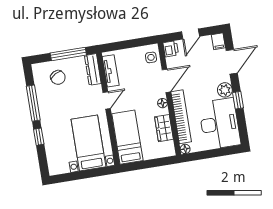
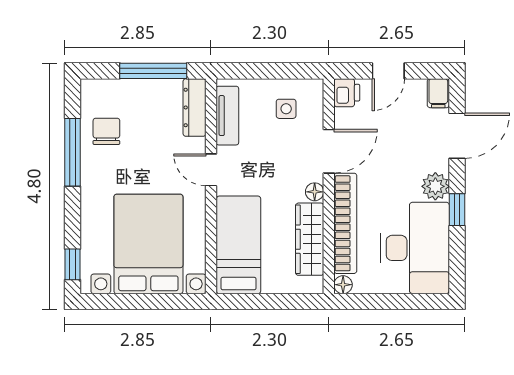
side table: (151, 57) -> (286, 109), moved
chair: (58, 77) -> (106, 131), moved, turned -151
door: (107, 100) -> (211, 170), swing flipped
wardrobe: (164, 128) -> (310, 239), width x1.50
window: (39, 137) -> (73, 264), moved
bed with nightstands: (88, 143) -> (148, 244), width x1.36

